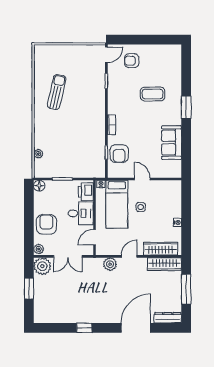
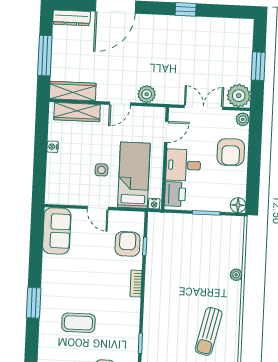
sofa: (172, 143) -> (57, 231), moved
plant: (38, 154) -> (236, 275), moved

